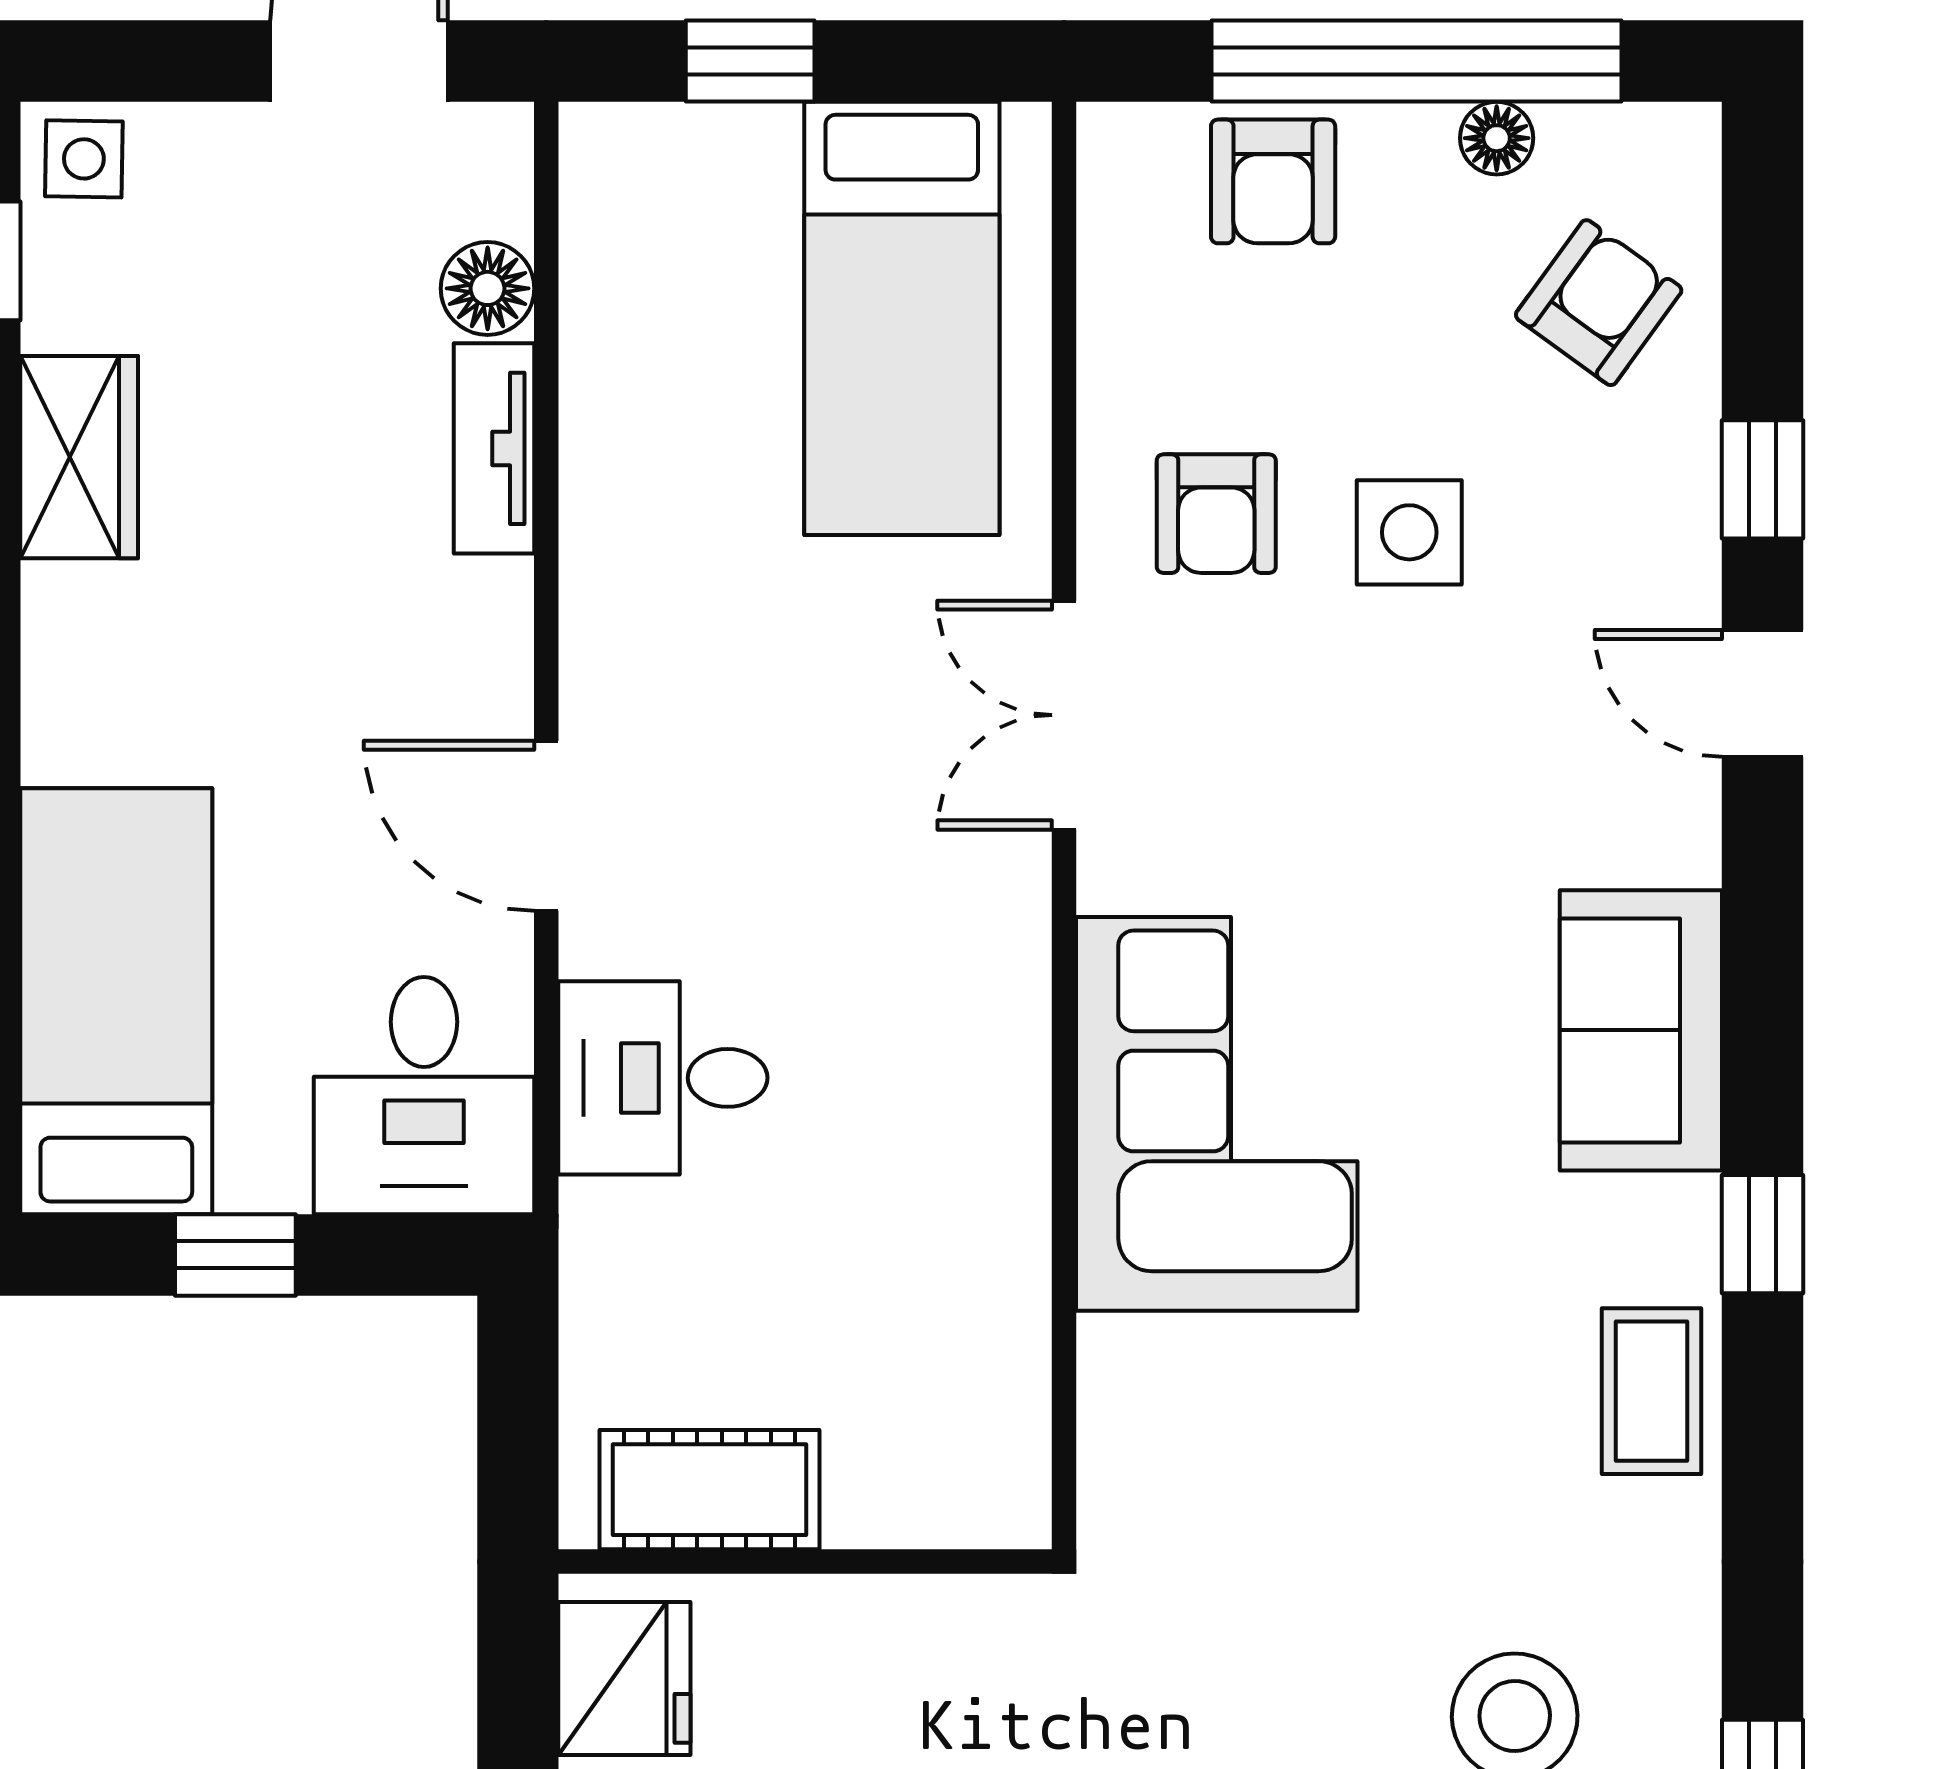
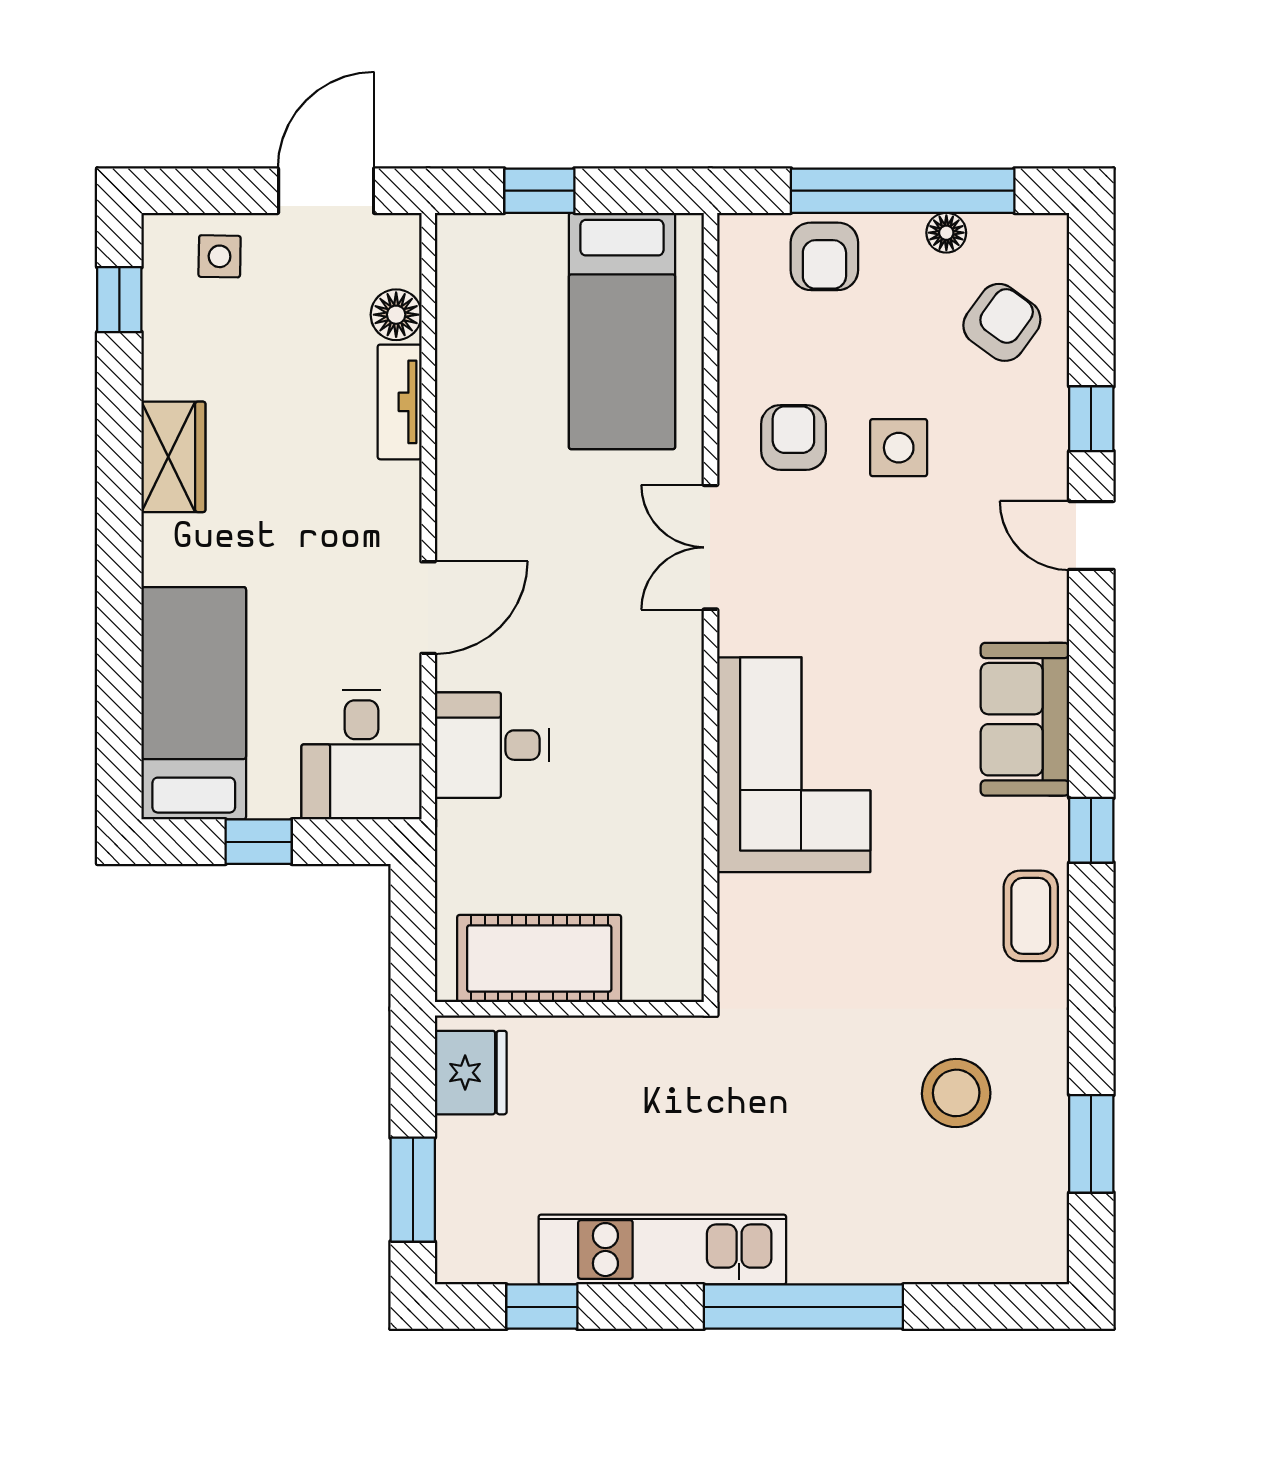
side table: (84, 159) -> (220, 256), moved
wardrobe: (79, 457) -> (173, 457), moved
armchair: (1216, 514) -> (793, 437), turned 180
door: (546, 826) -> (428, 608), swing flipped
cot: (709, 1490) -> (539, 959), width x1.37, depth x1.34

